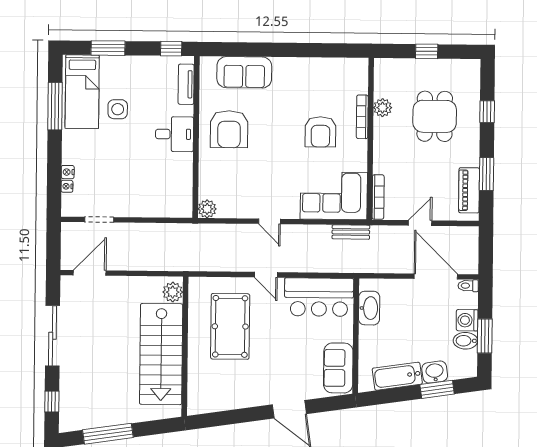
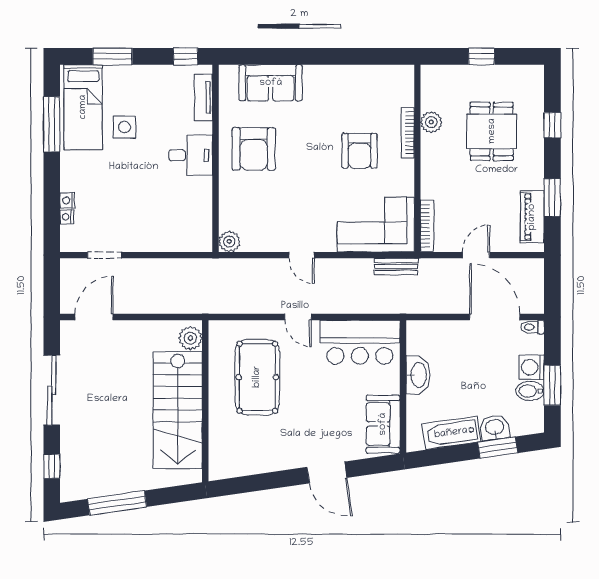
washbasin: (369, 308) -> (418, 375), moved

